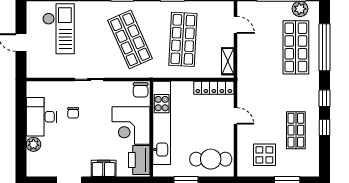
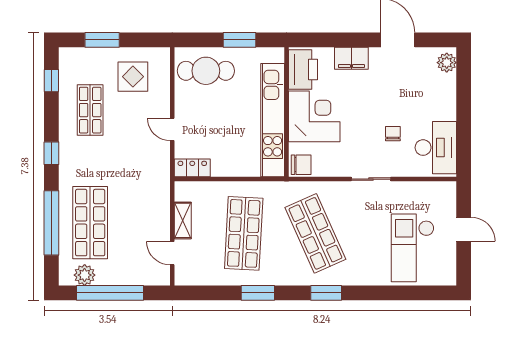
shelving: (228, 61) -> (183, 220), moved
locker: (214, 88) -> (192, 168), width x0.66
chair: (141, 90) -> (301, 165), turned 90
desk: (41, 117) -> (436, 148), moved
window: (324, 127) -> (51, 81), moved
plant: (33, 144) -> (447, 63), moved

